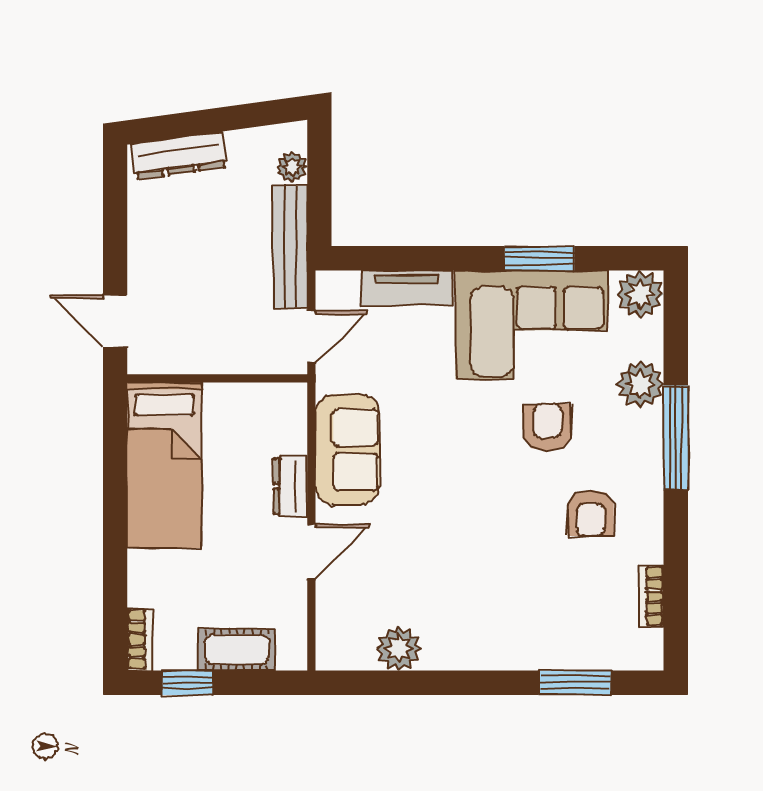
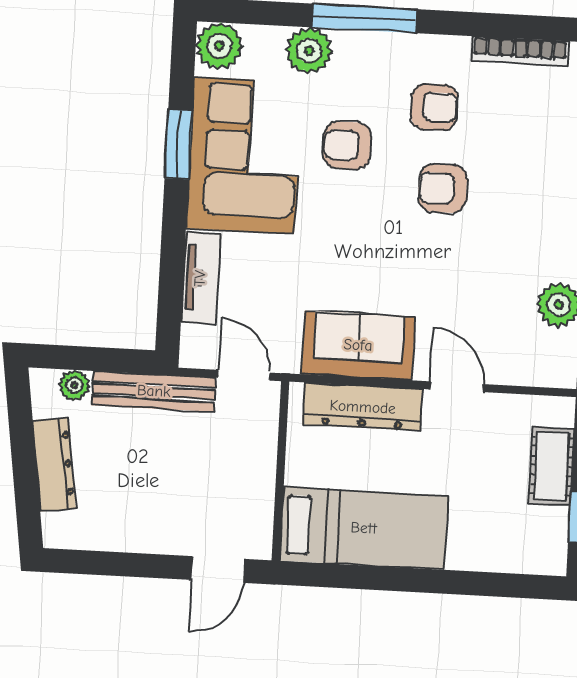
dresser: (179, 156) -> (54, 464), moved
dresser: (290, 486) -> (363, 407), width x1.96, depth x1.24
armchair: (509, 526) -> (443, 188), added
bookcase: (651, 596) -> (520, 51), width x1.56
bookcase: (140, 639) -> (536, 562), removed

